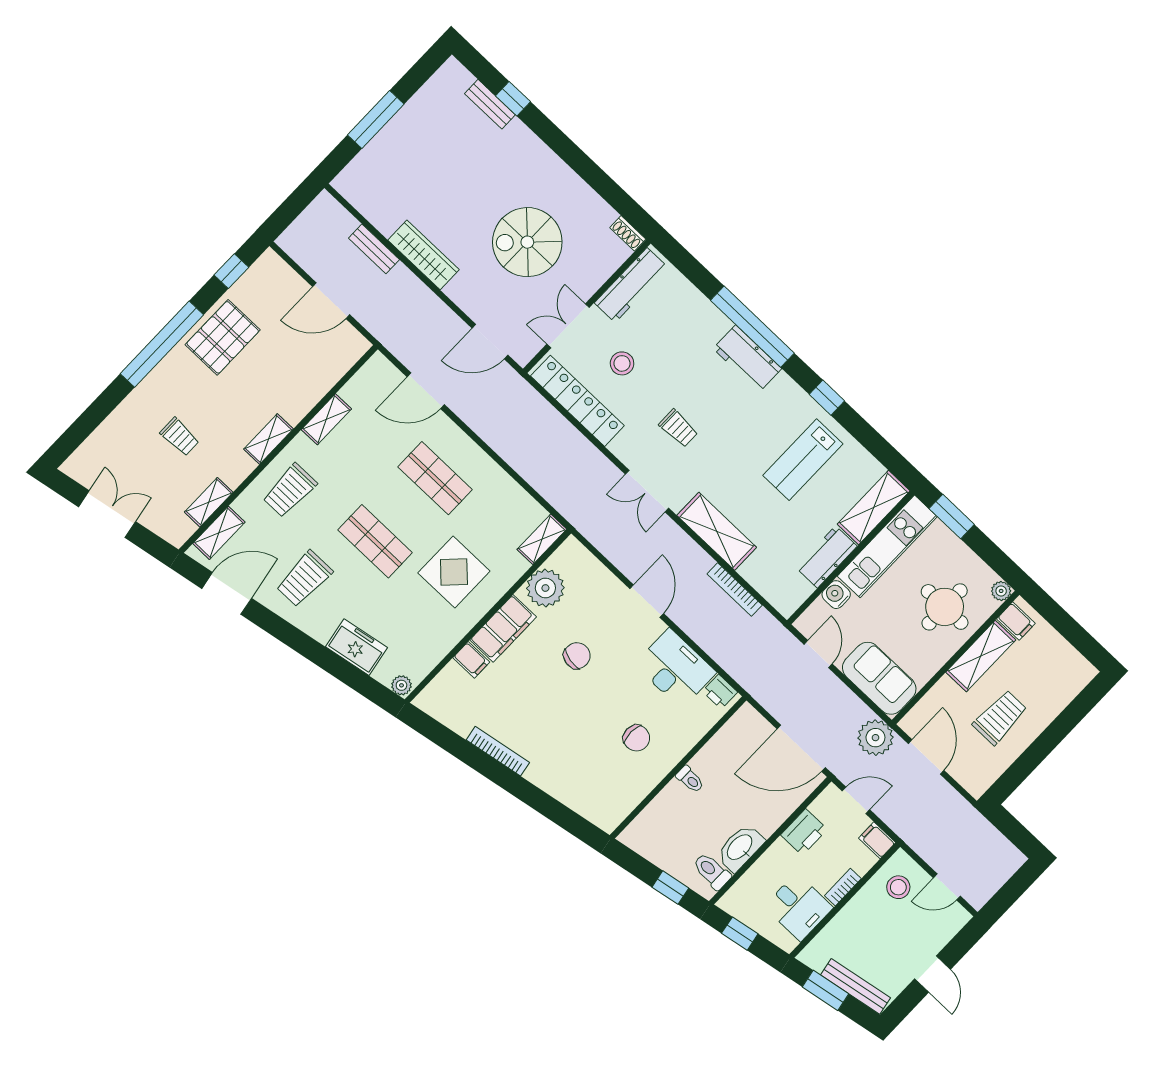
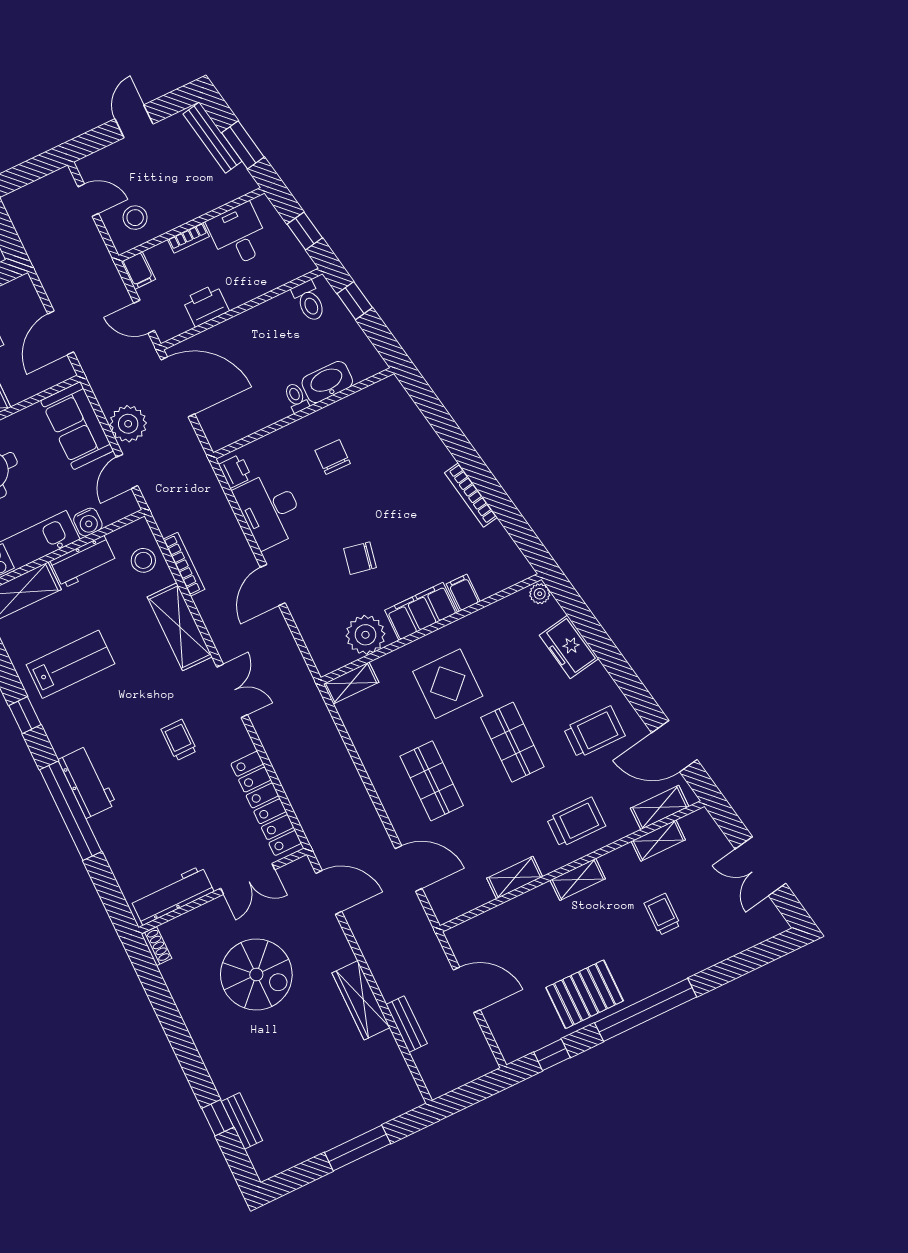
stool: (622, 363) -> (143, 560), moved
plant: (875, 738) -> (128, 424), moved
washbasin: (740, 848) -> (327, 382), moved, turned 180

